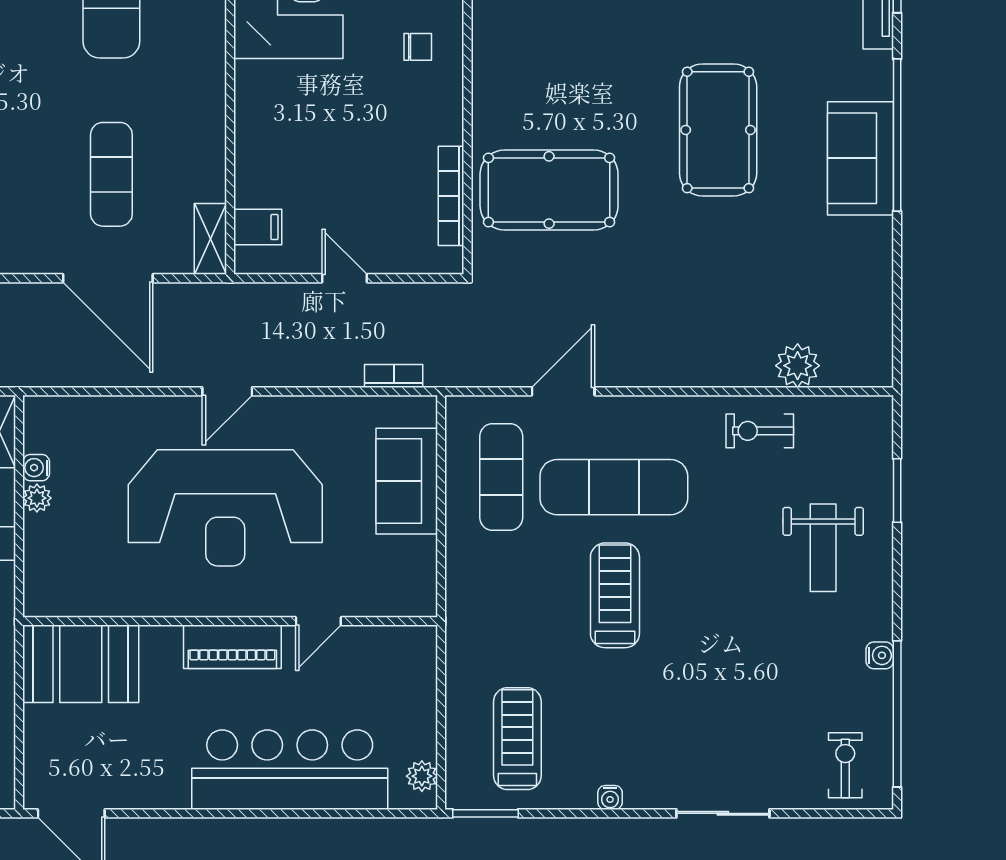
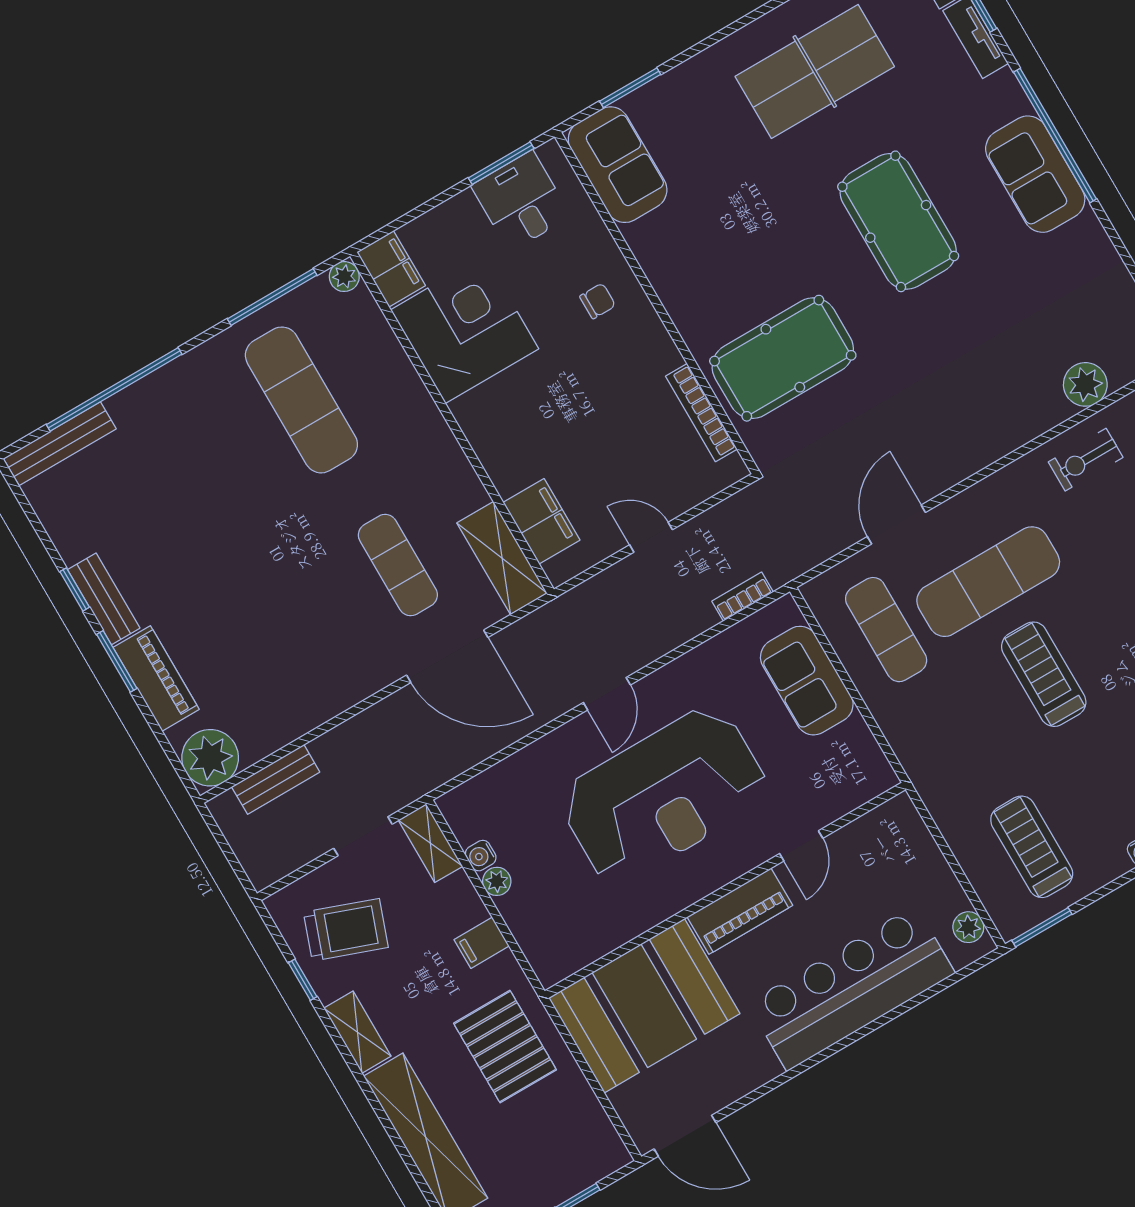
filing cabinet: (258, 227) -> (542, 521), width x2.00
shelving: (210, 239) -> (502, 558), width x1.50, depth x1.33
booth: (81, 664) -> (644, 1006), width x1.36, depth x1.42

